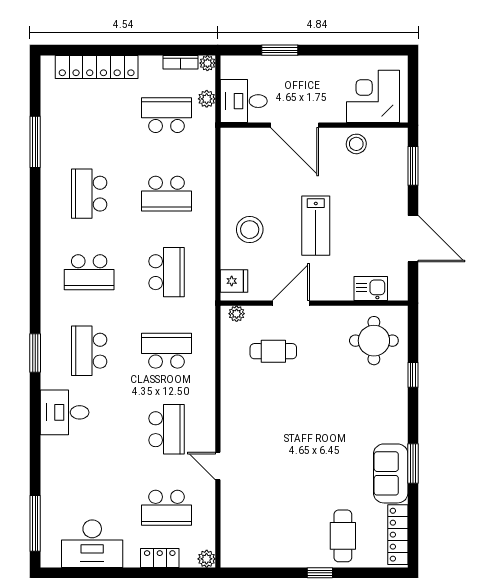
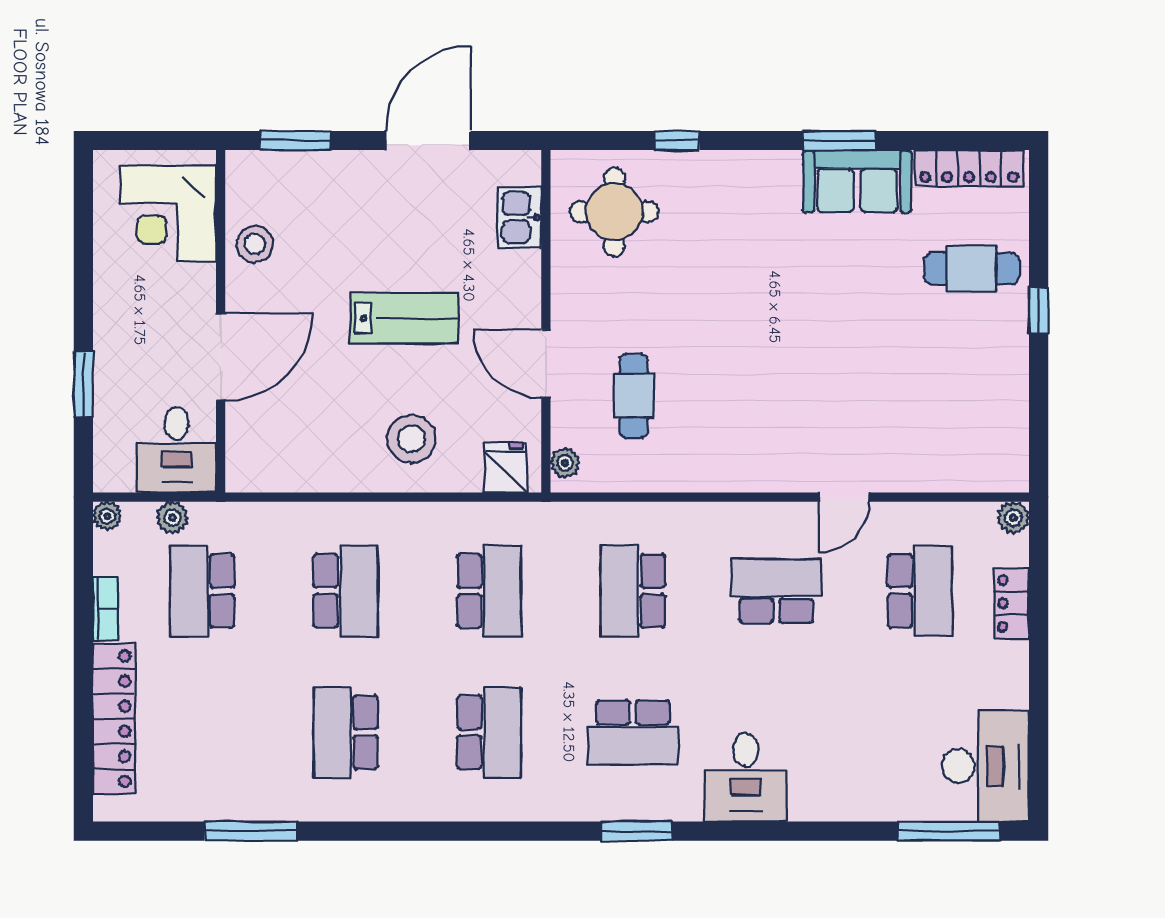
bookcase: (181, 62) -> (106, 609), moved
school desk: (89, 194) -> (346, 732), turned 90
school desk: (167, 272) -> (489, 591), turned 90
desk: (92, 544) -> (986, 766), moved

